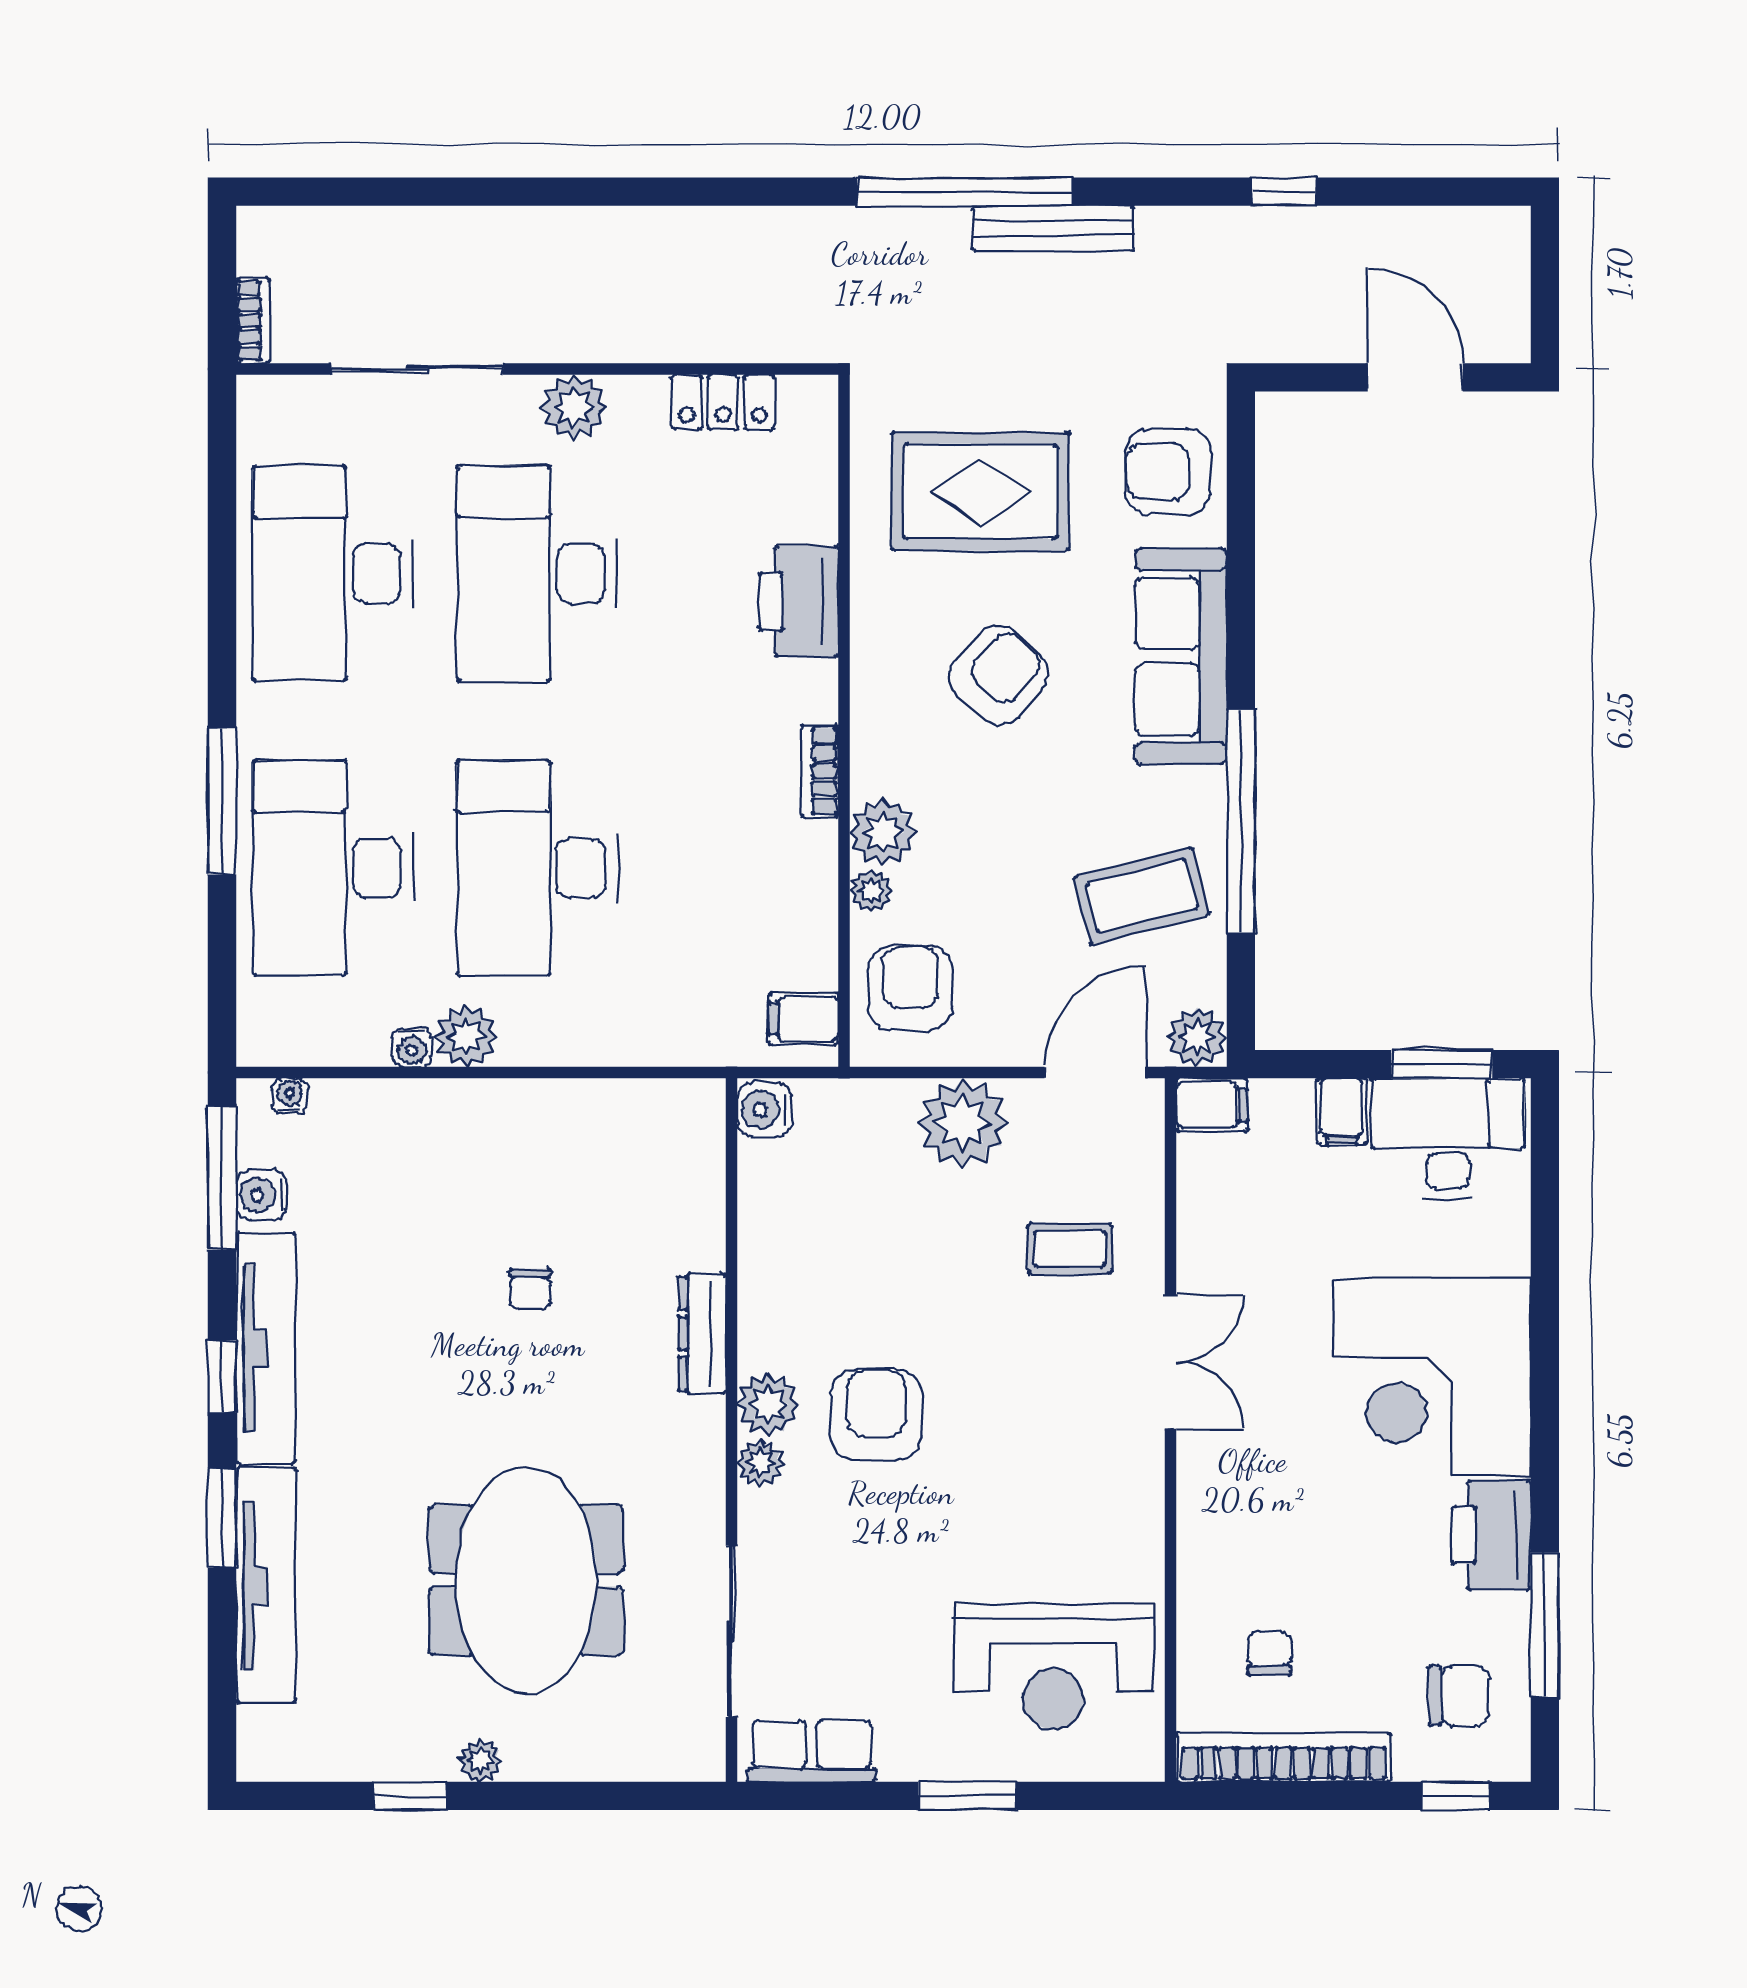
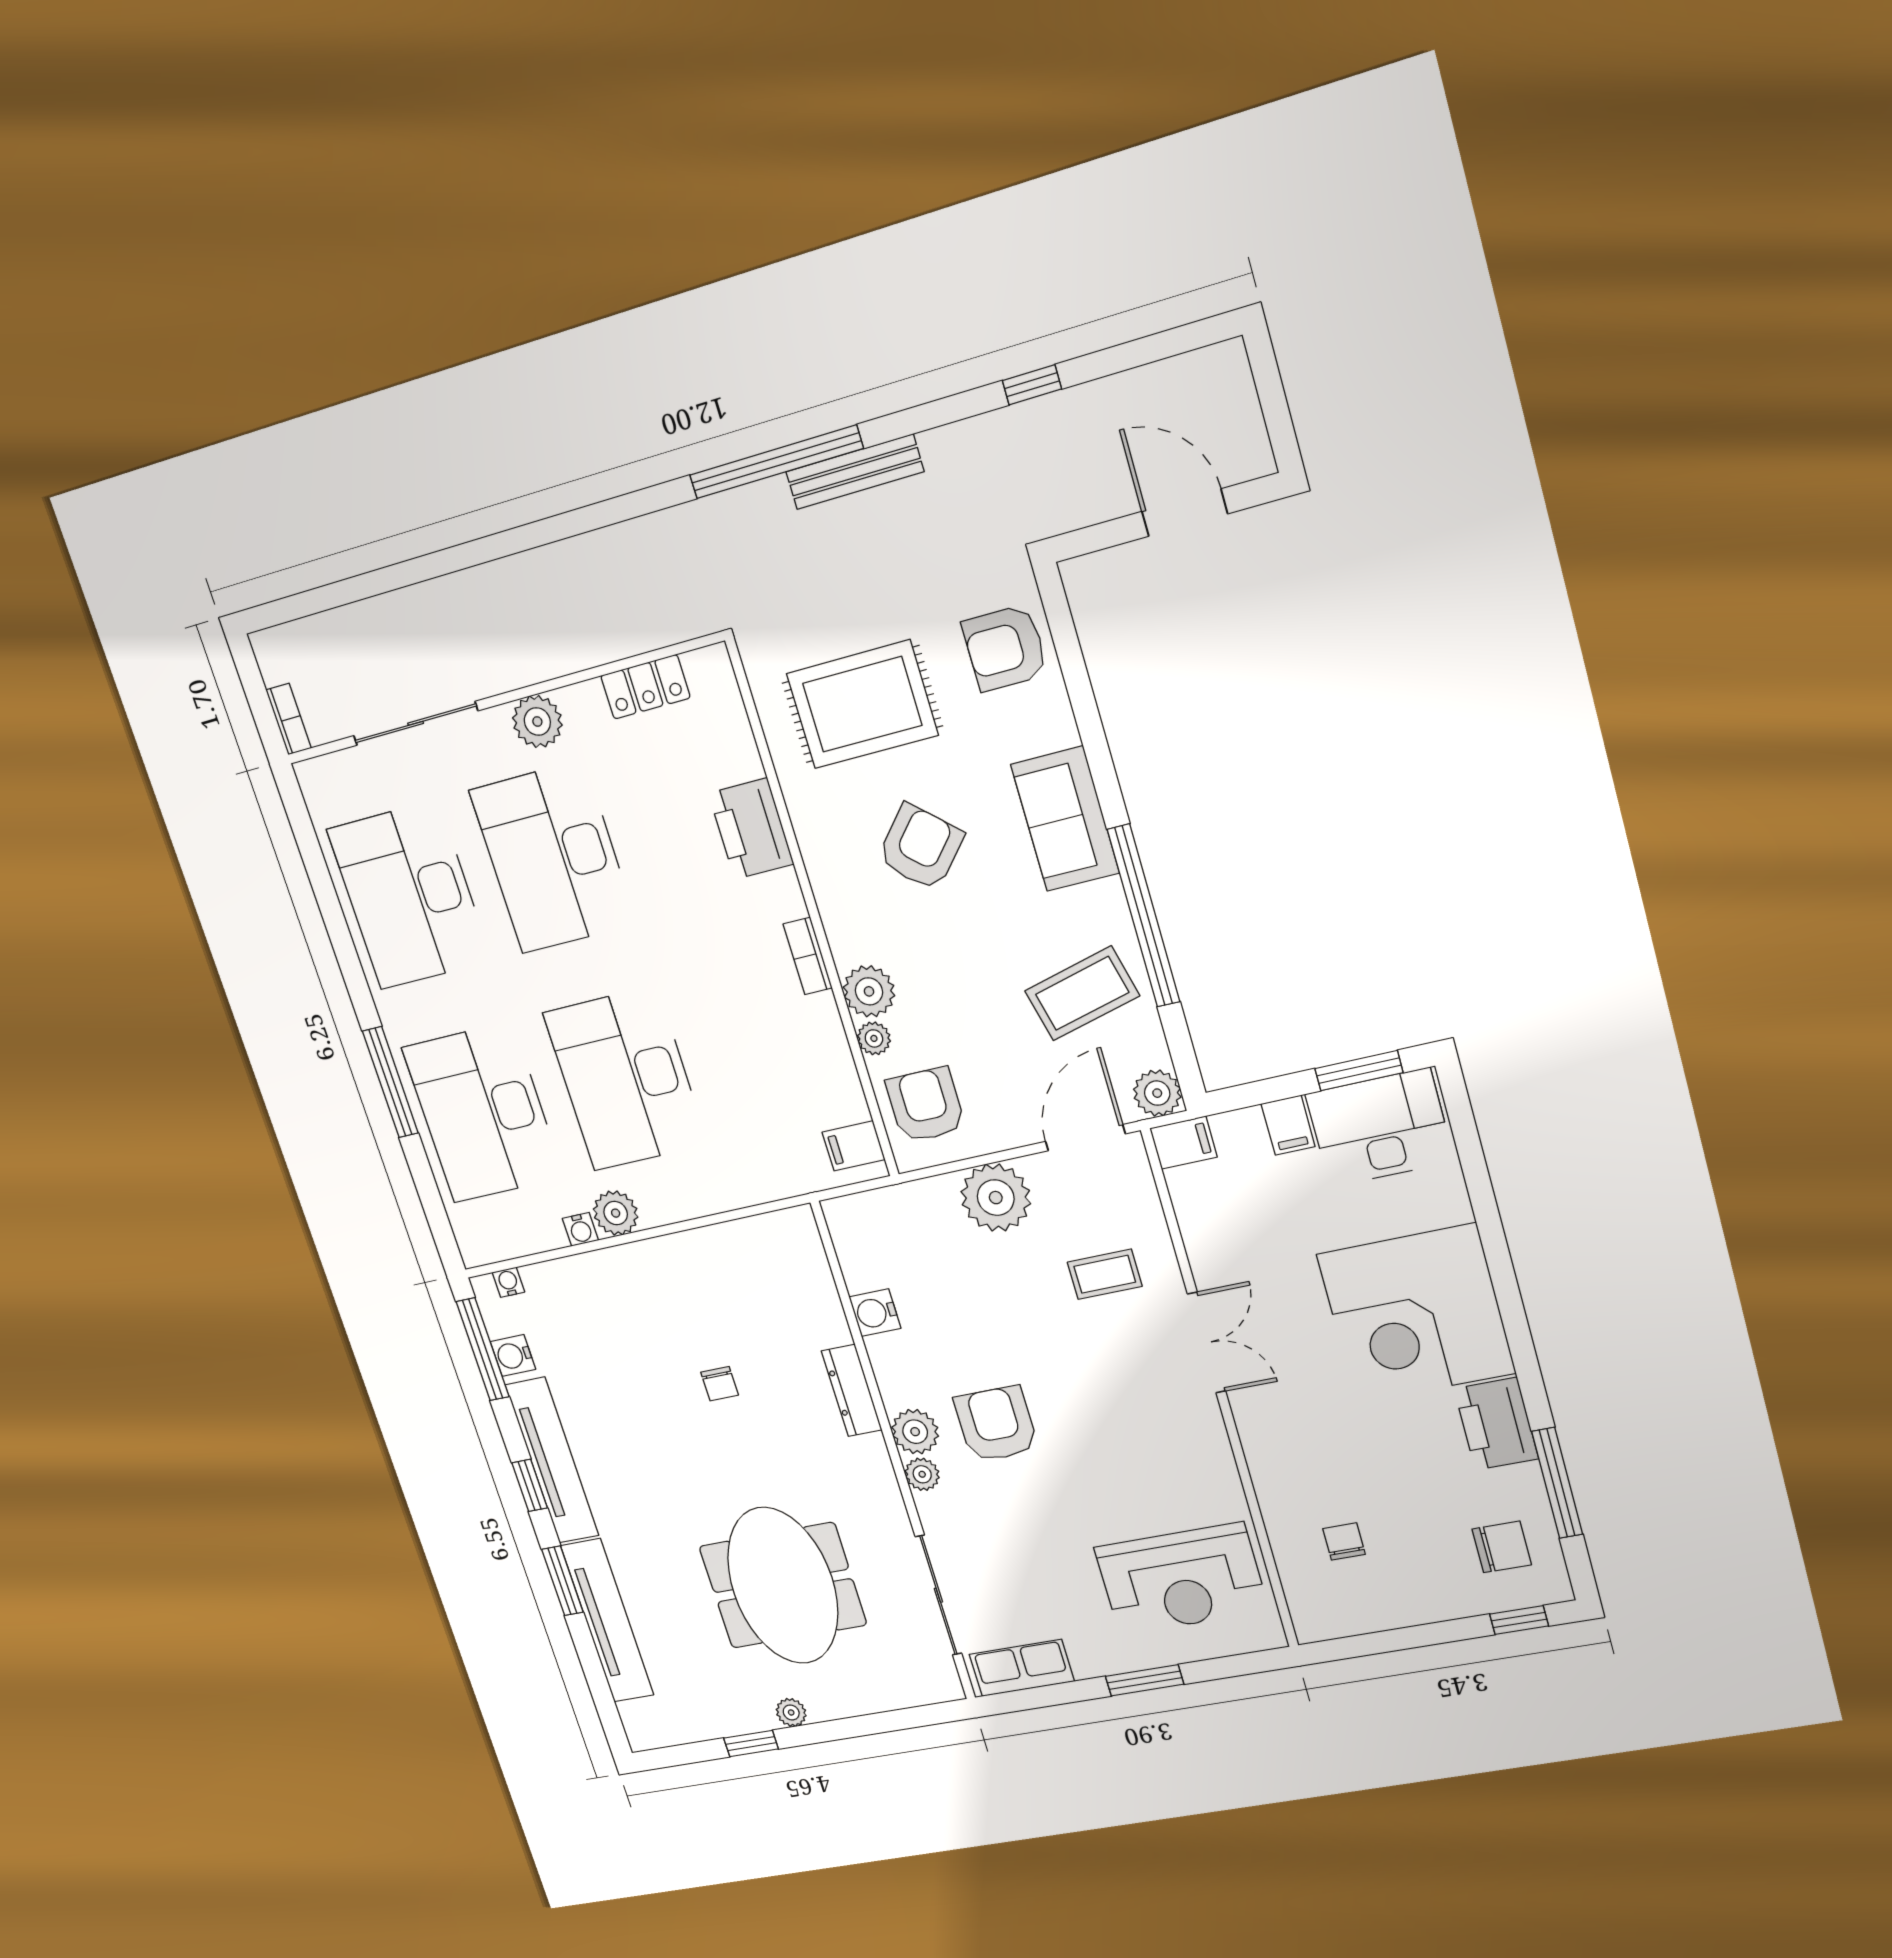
sofa: (1181, 656) -> (1065, 819), width x0.73
water cooler: (764, 1110) -> (875, 1313), moved
bookcase: (1284, 1757) -> (1376, 1614), removed

